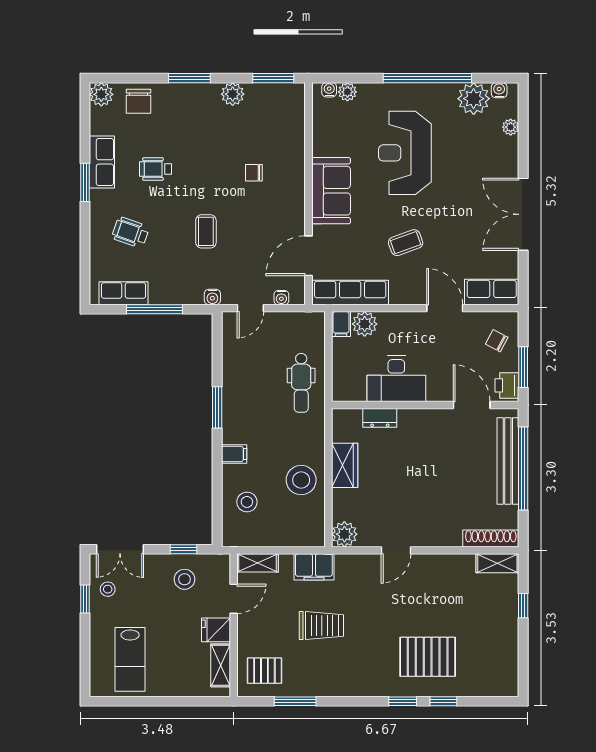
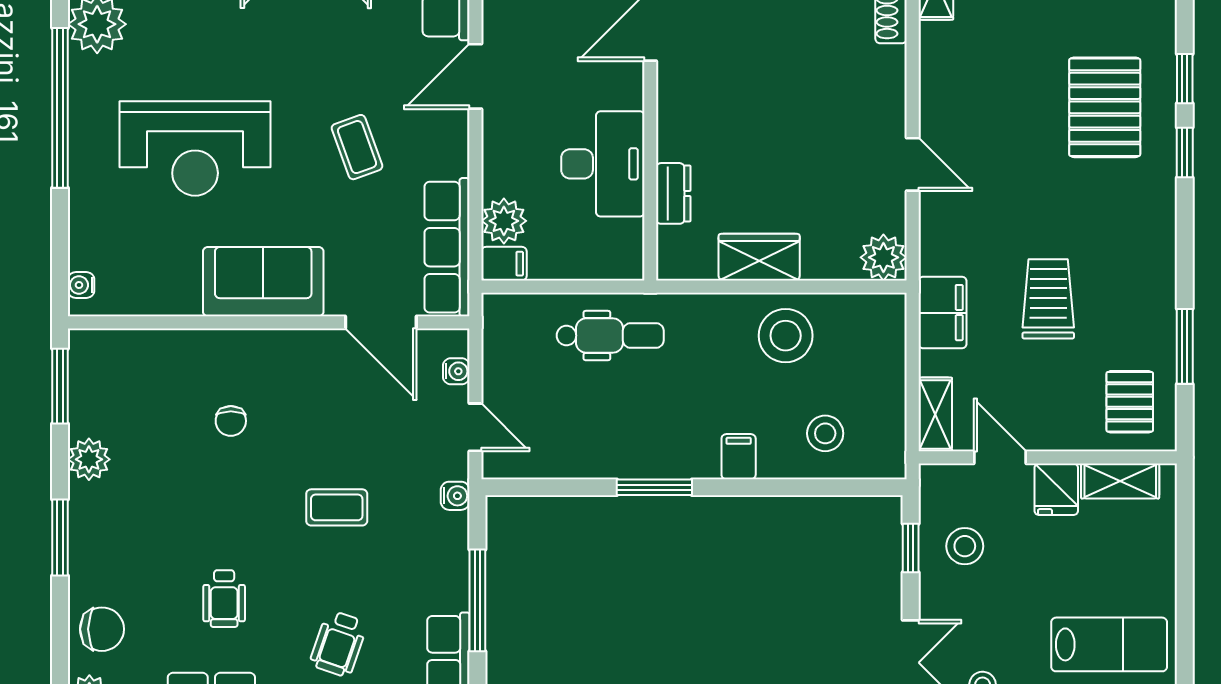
plant: (347, 92) -> (85, 252), removed

